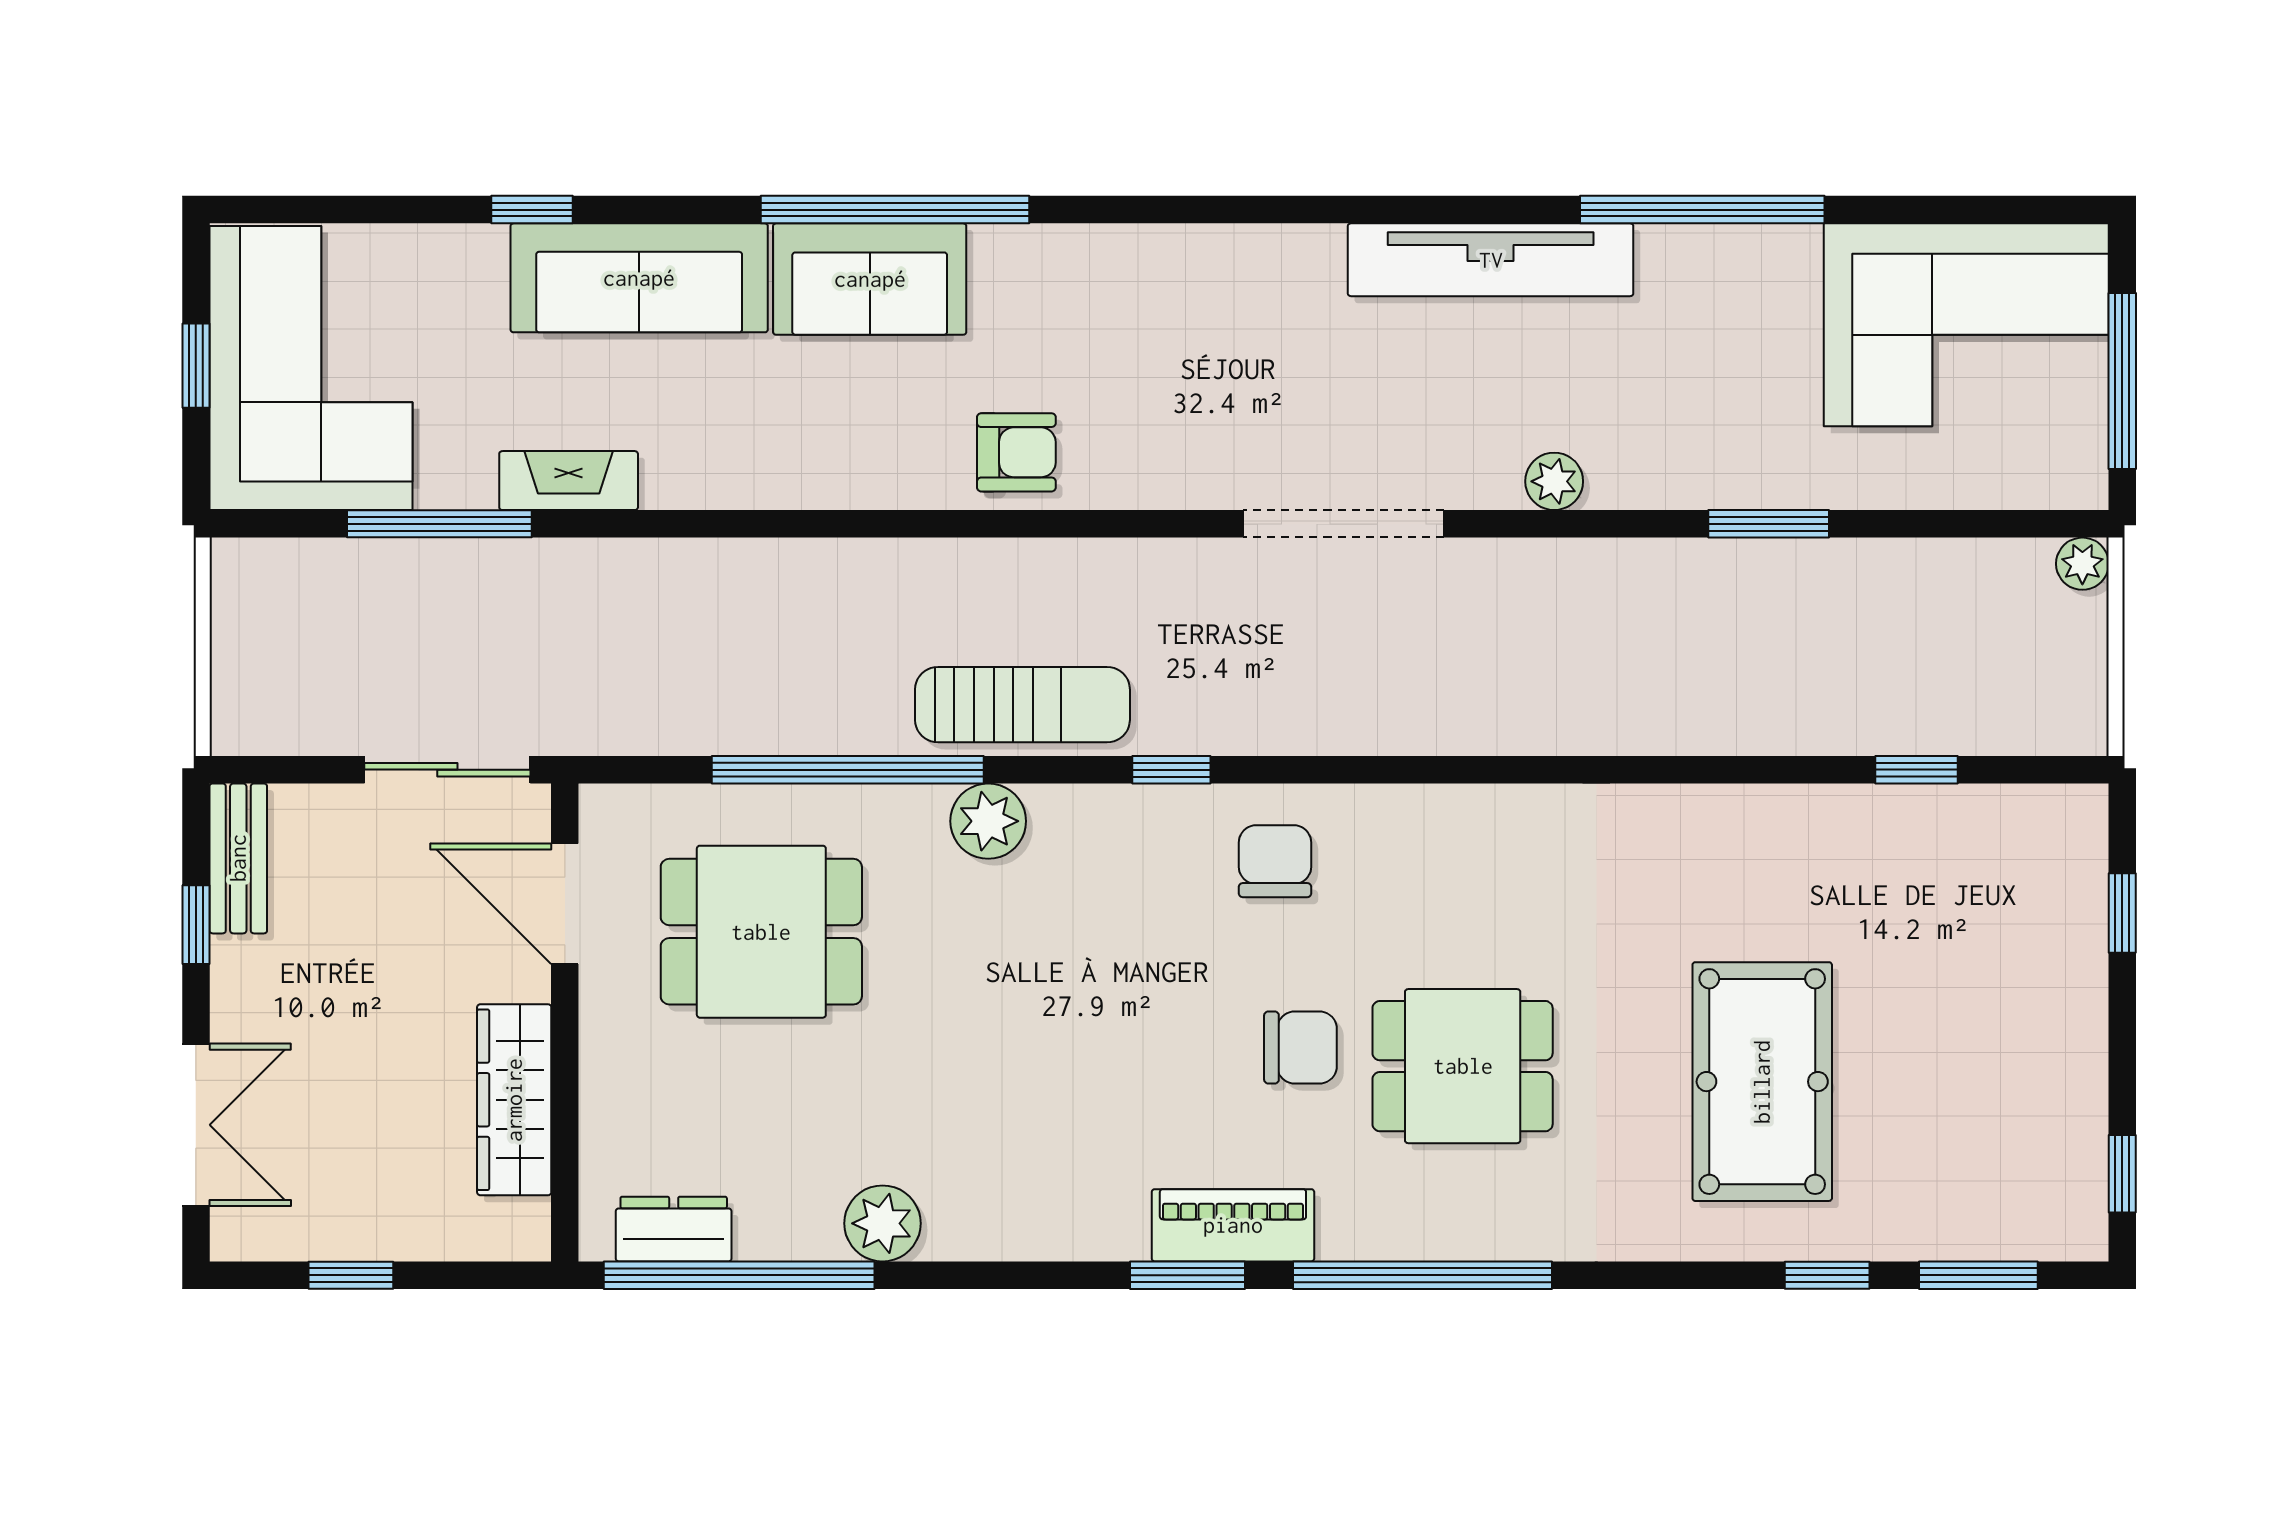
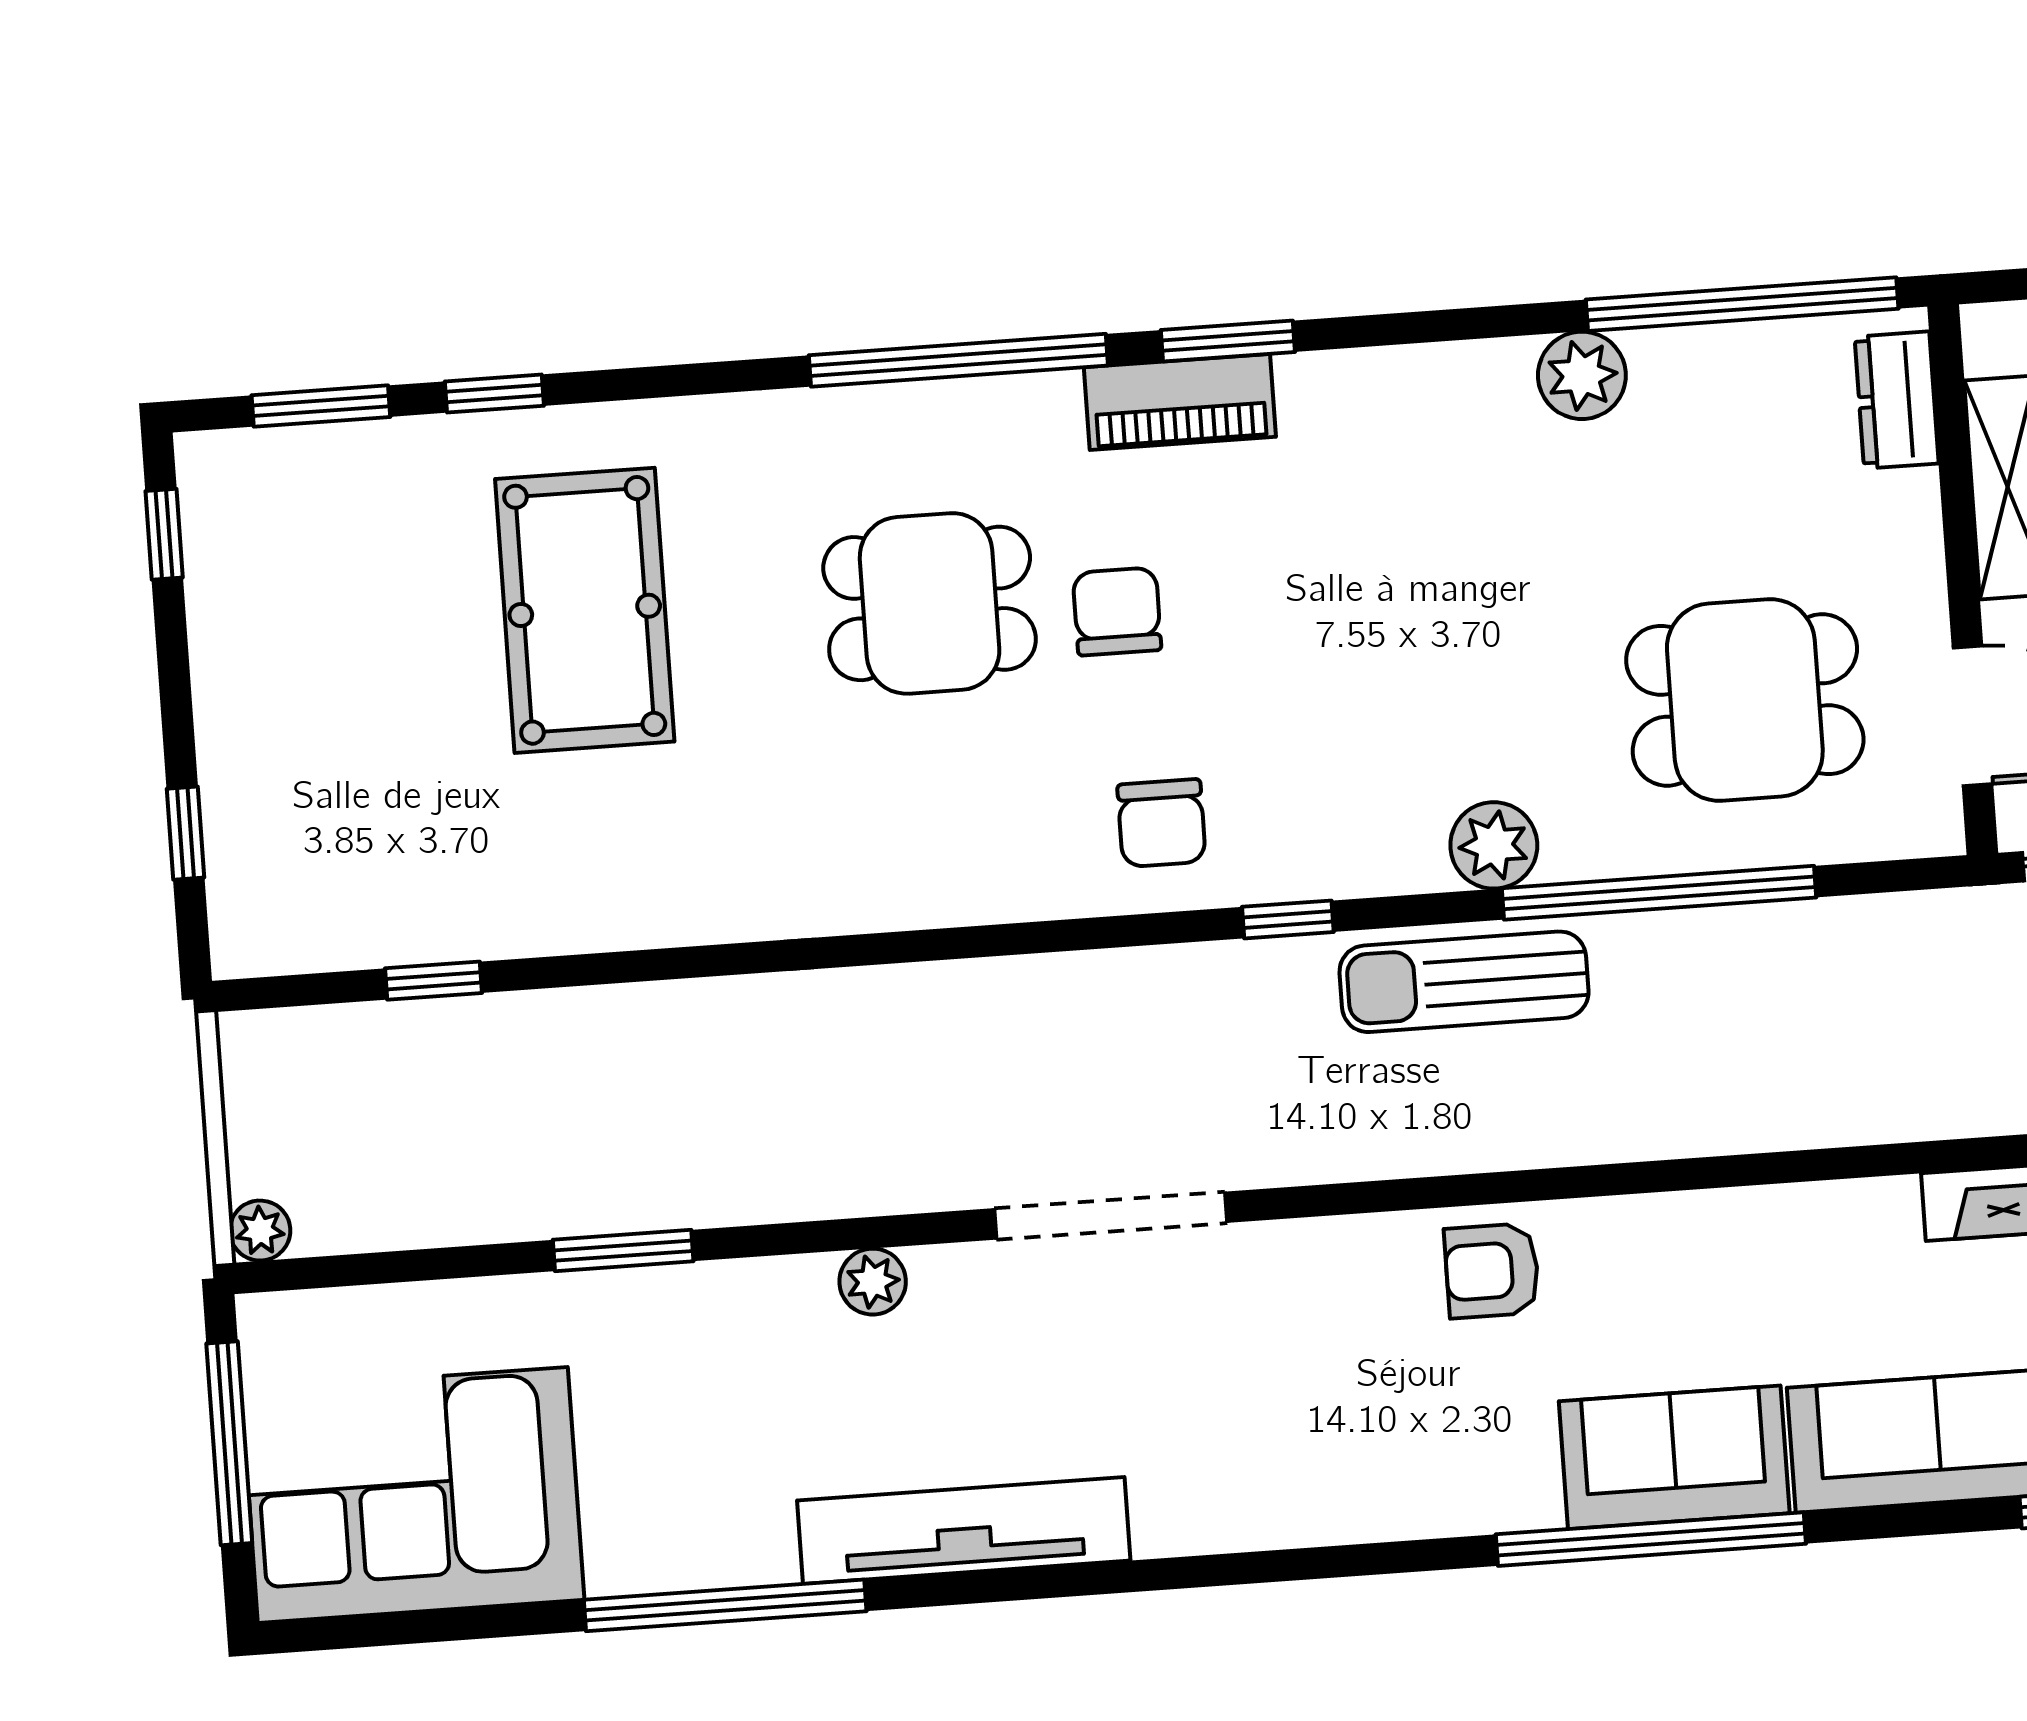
chair: (1300, 1047) -> (1117, 611), turned 90
dresser: (674, 1229) -> (1897, 400), moved, turned 90

